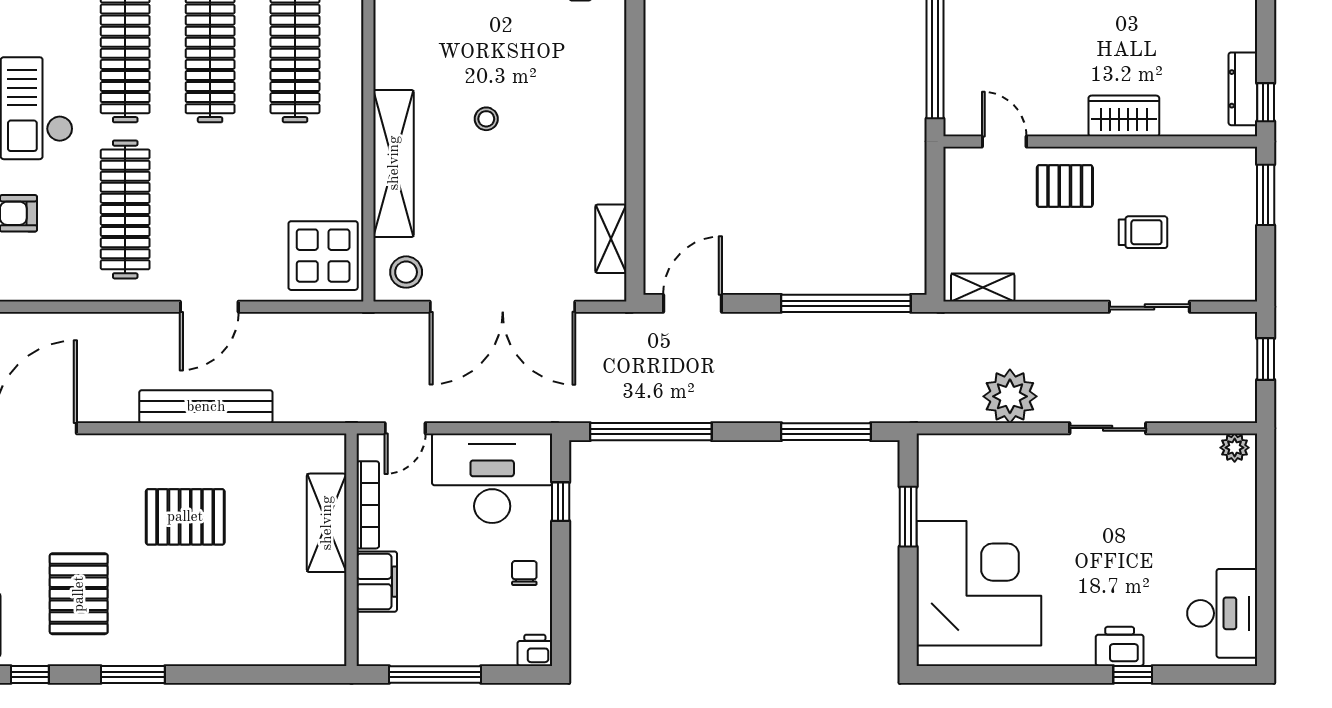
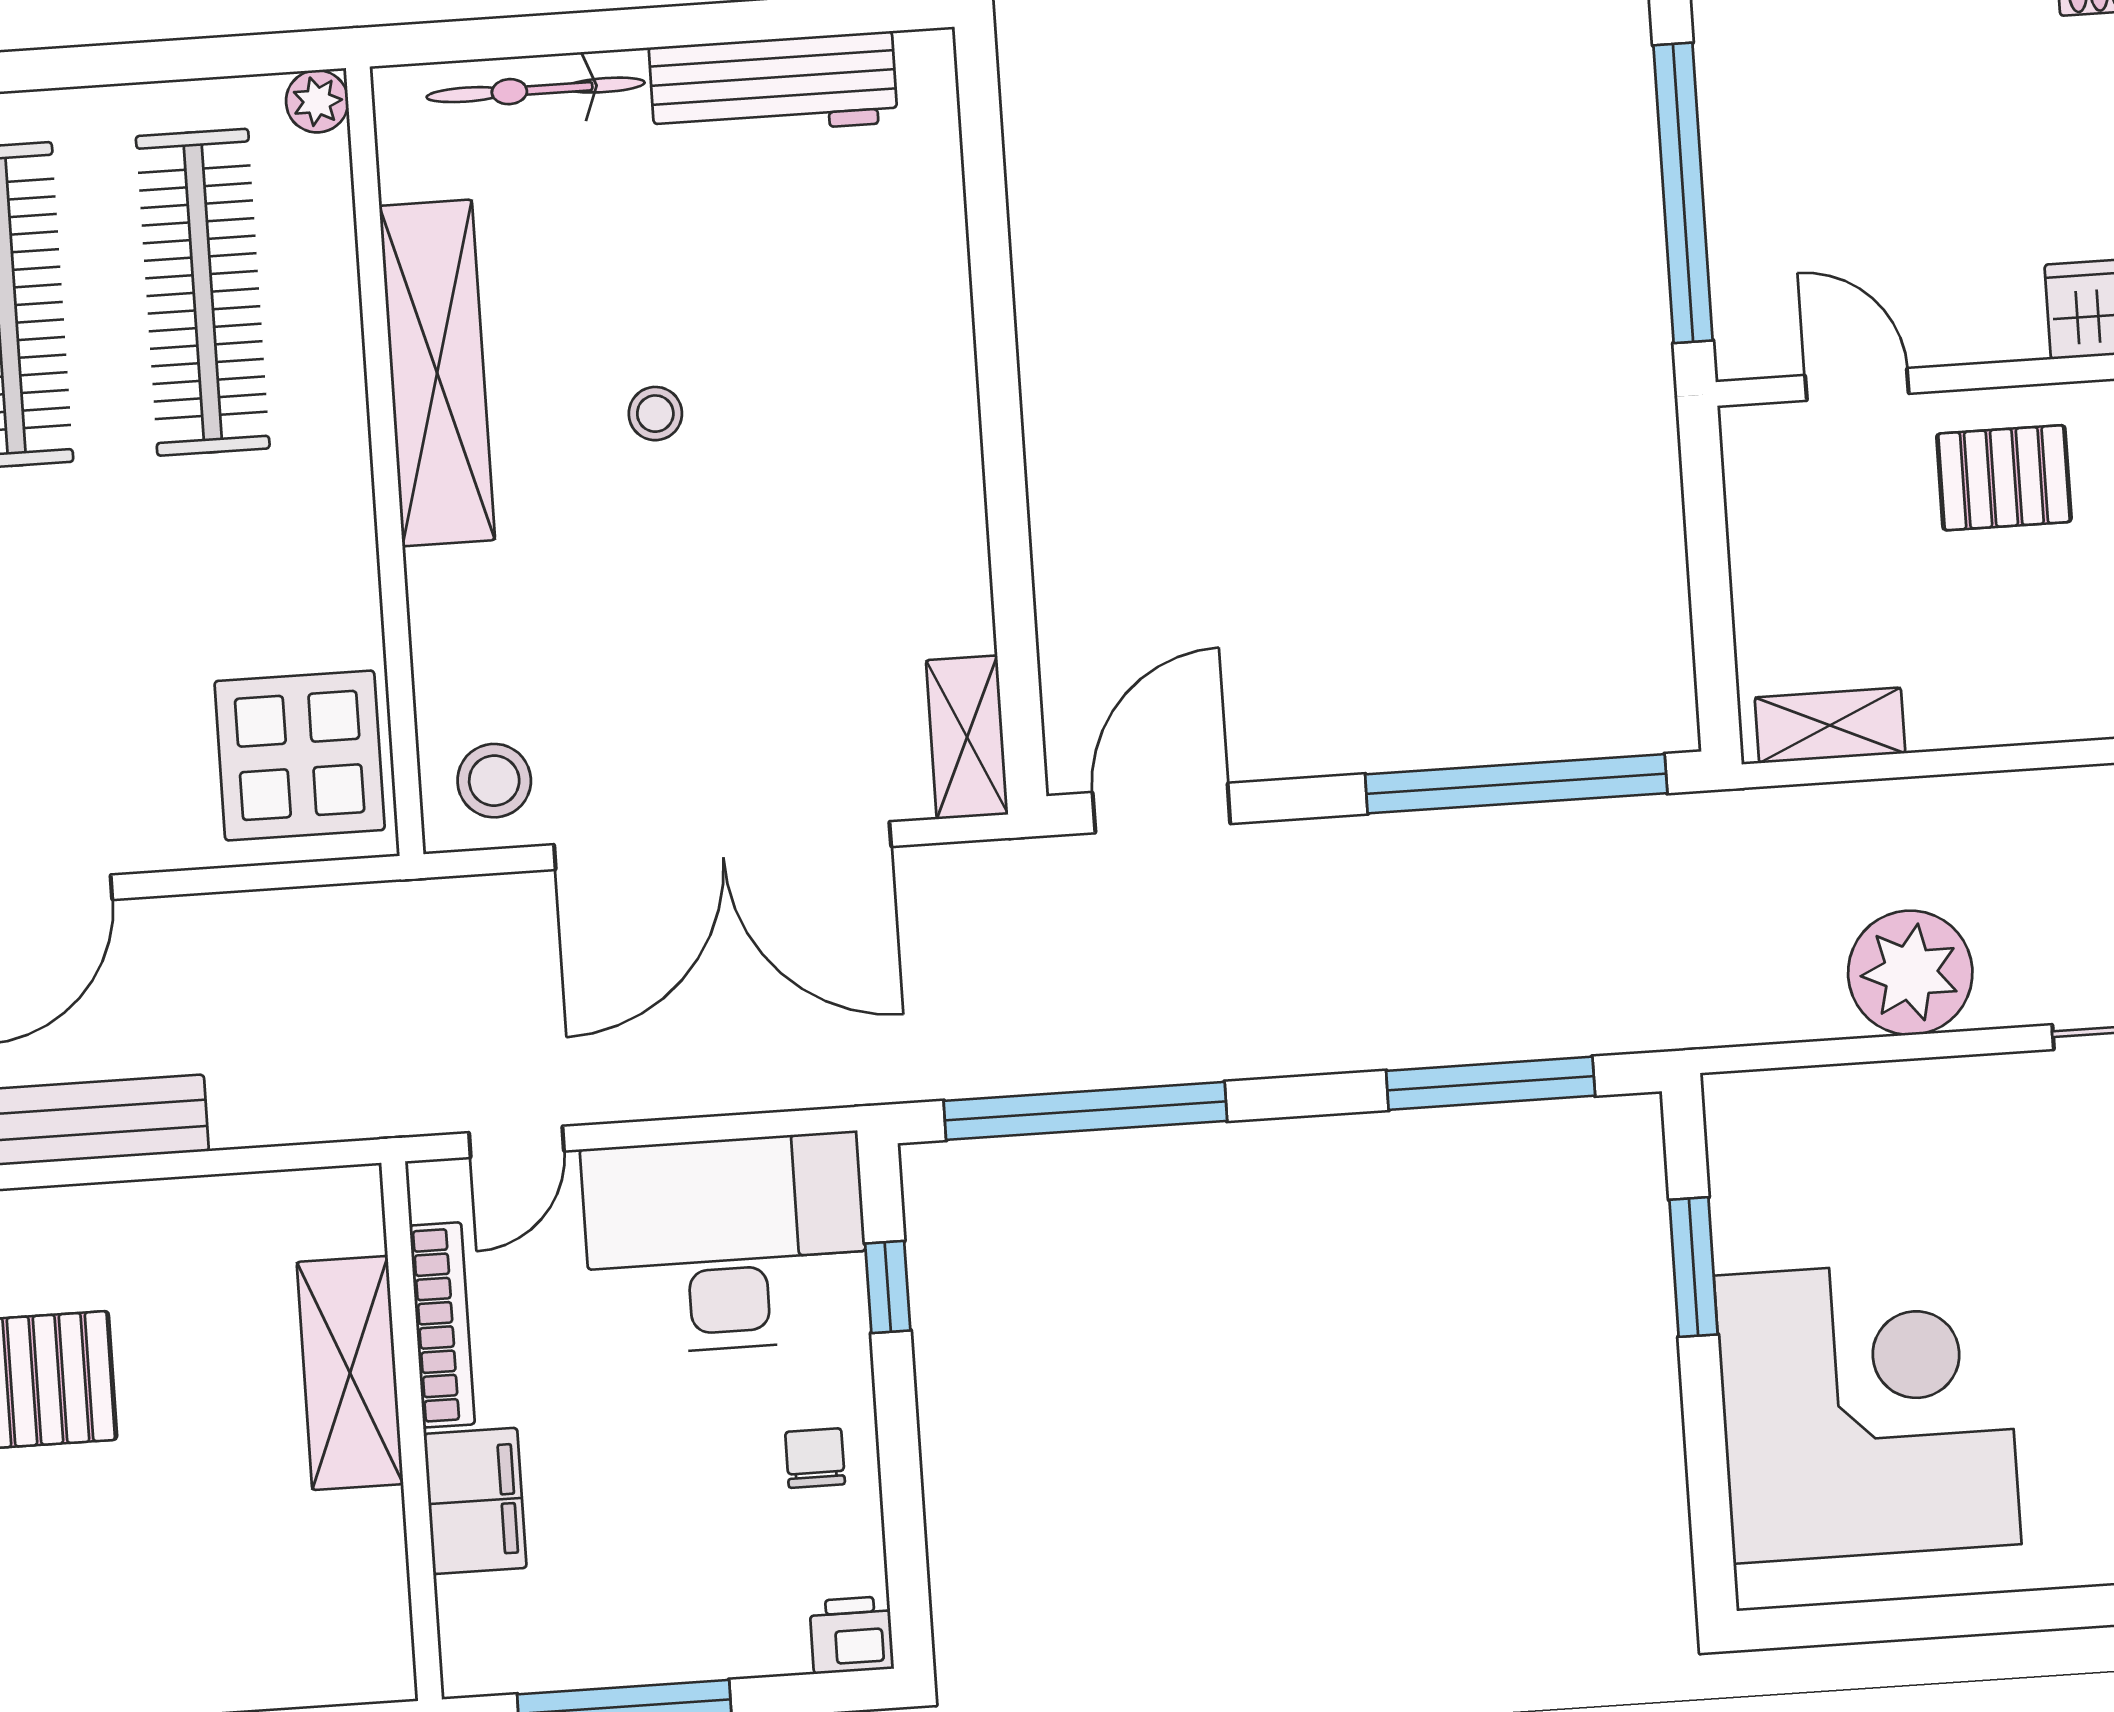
shelving: (394, 163) -> (437, 373), moved
shelving: (611, 239) -> (967, 737), moved

